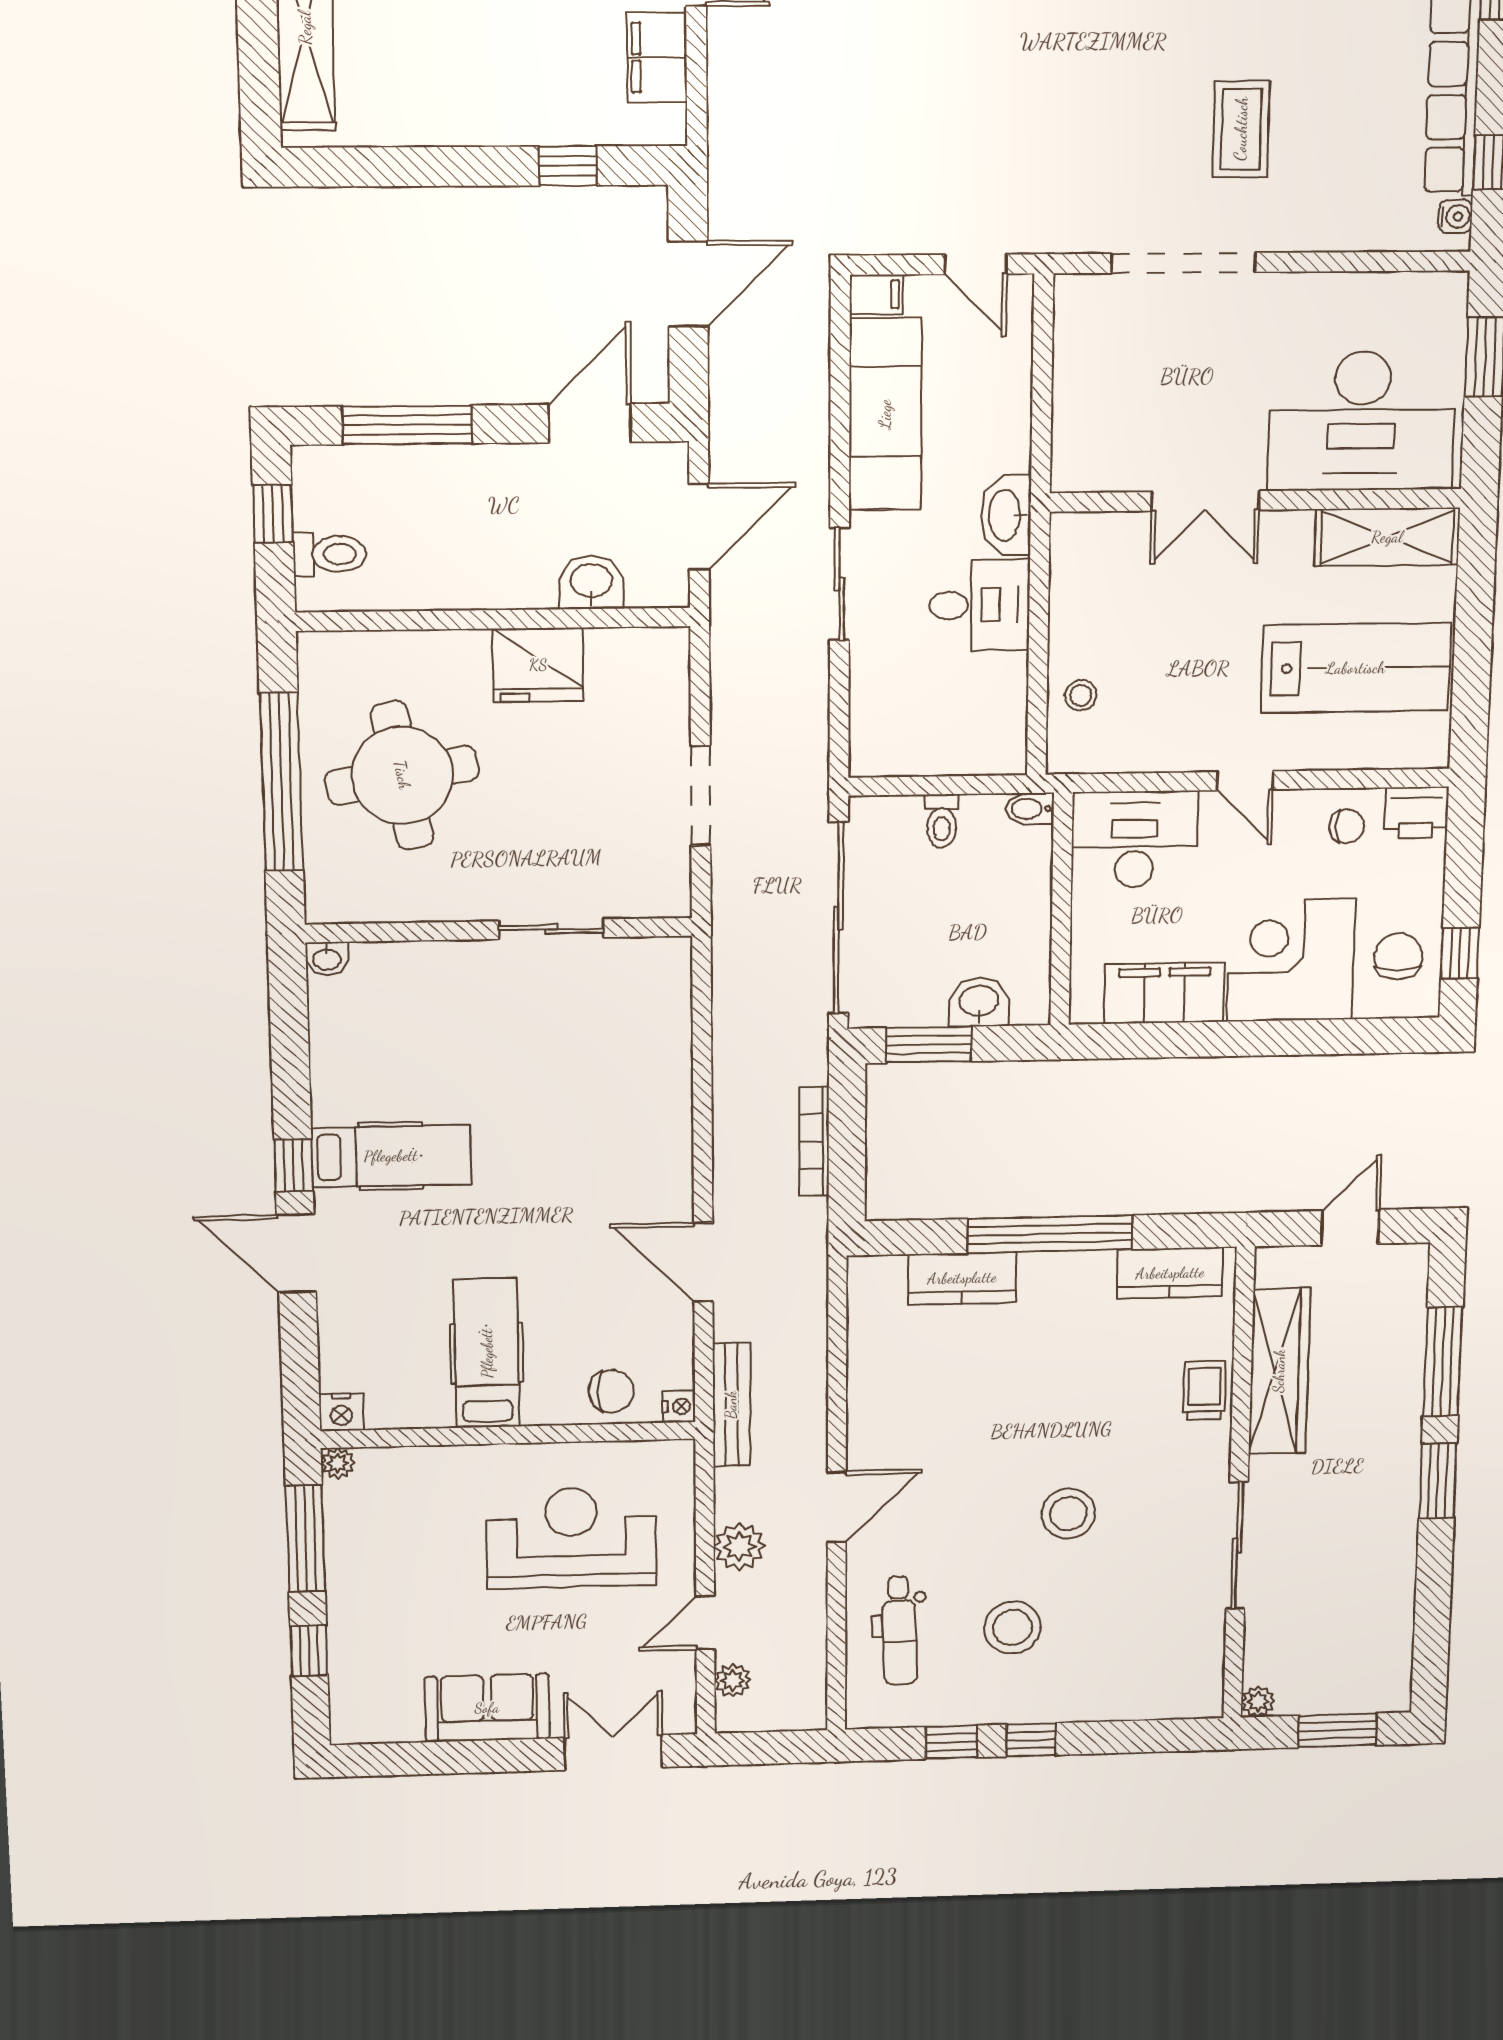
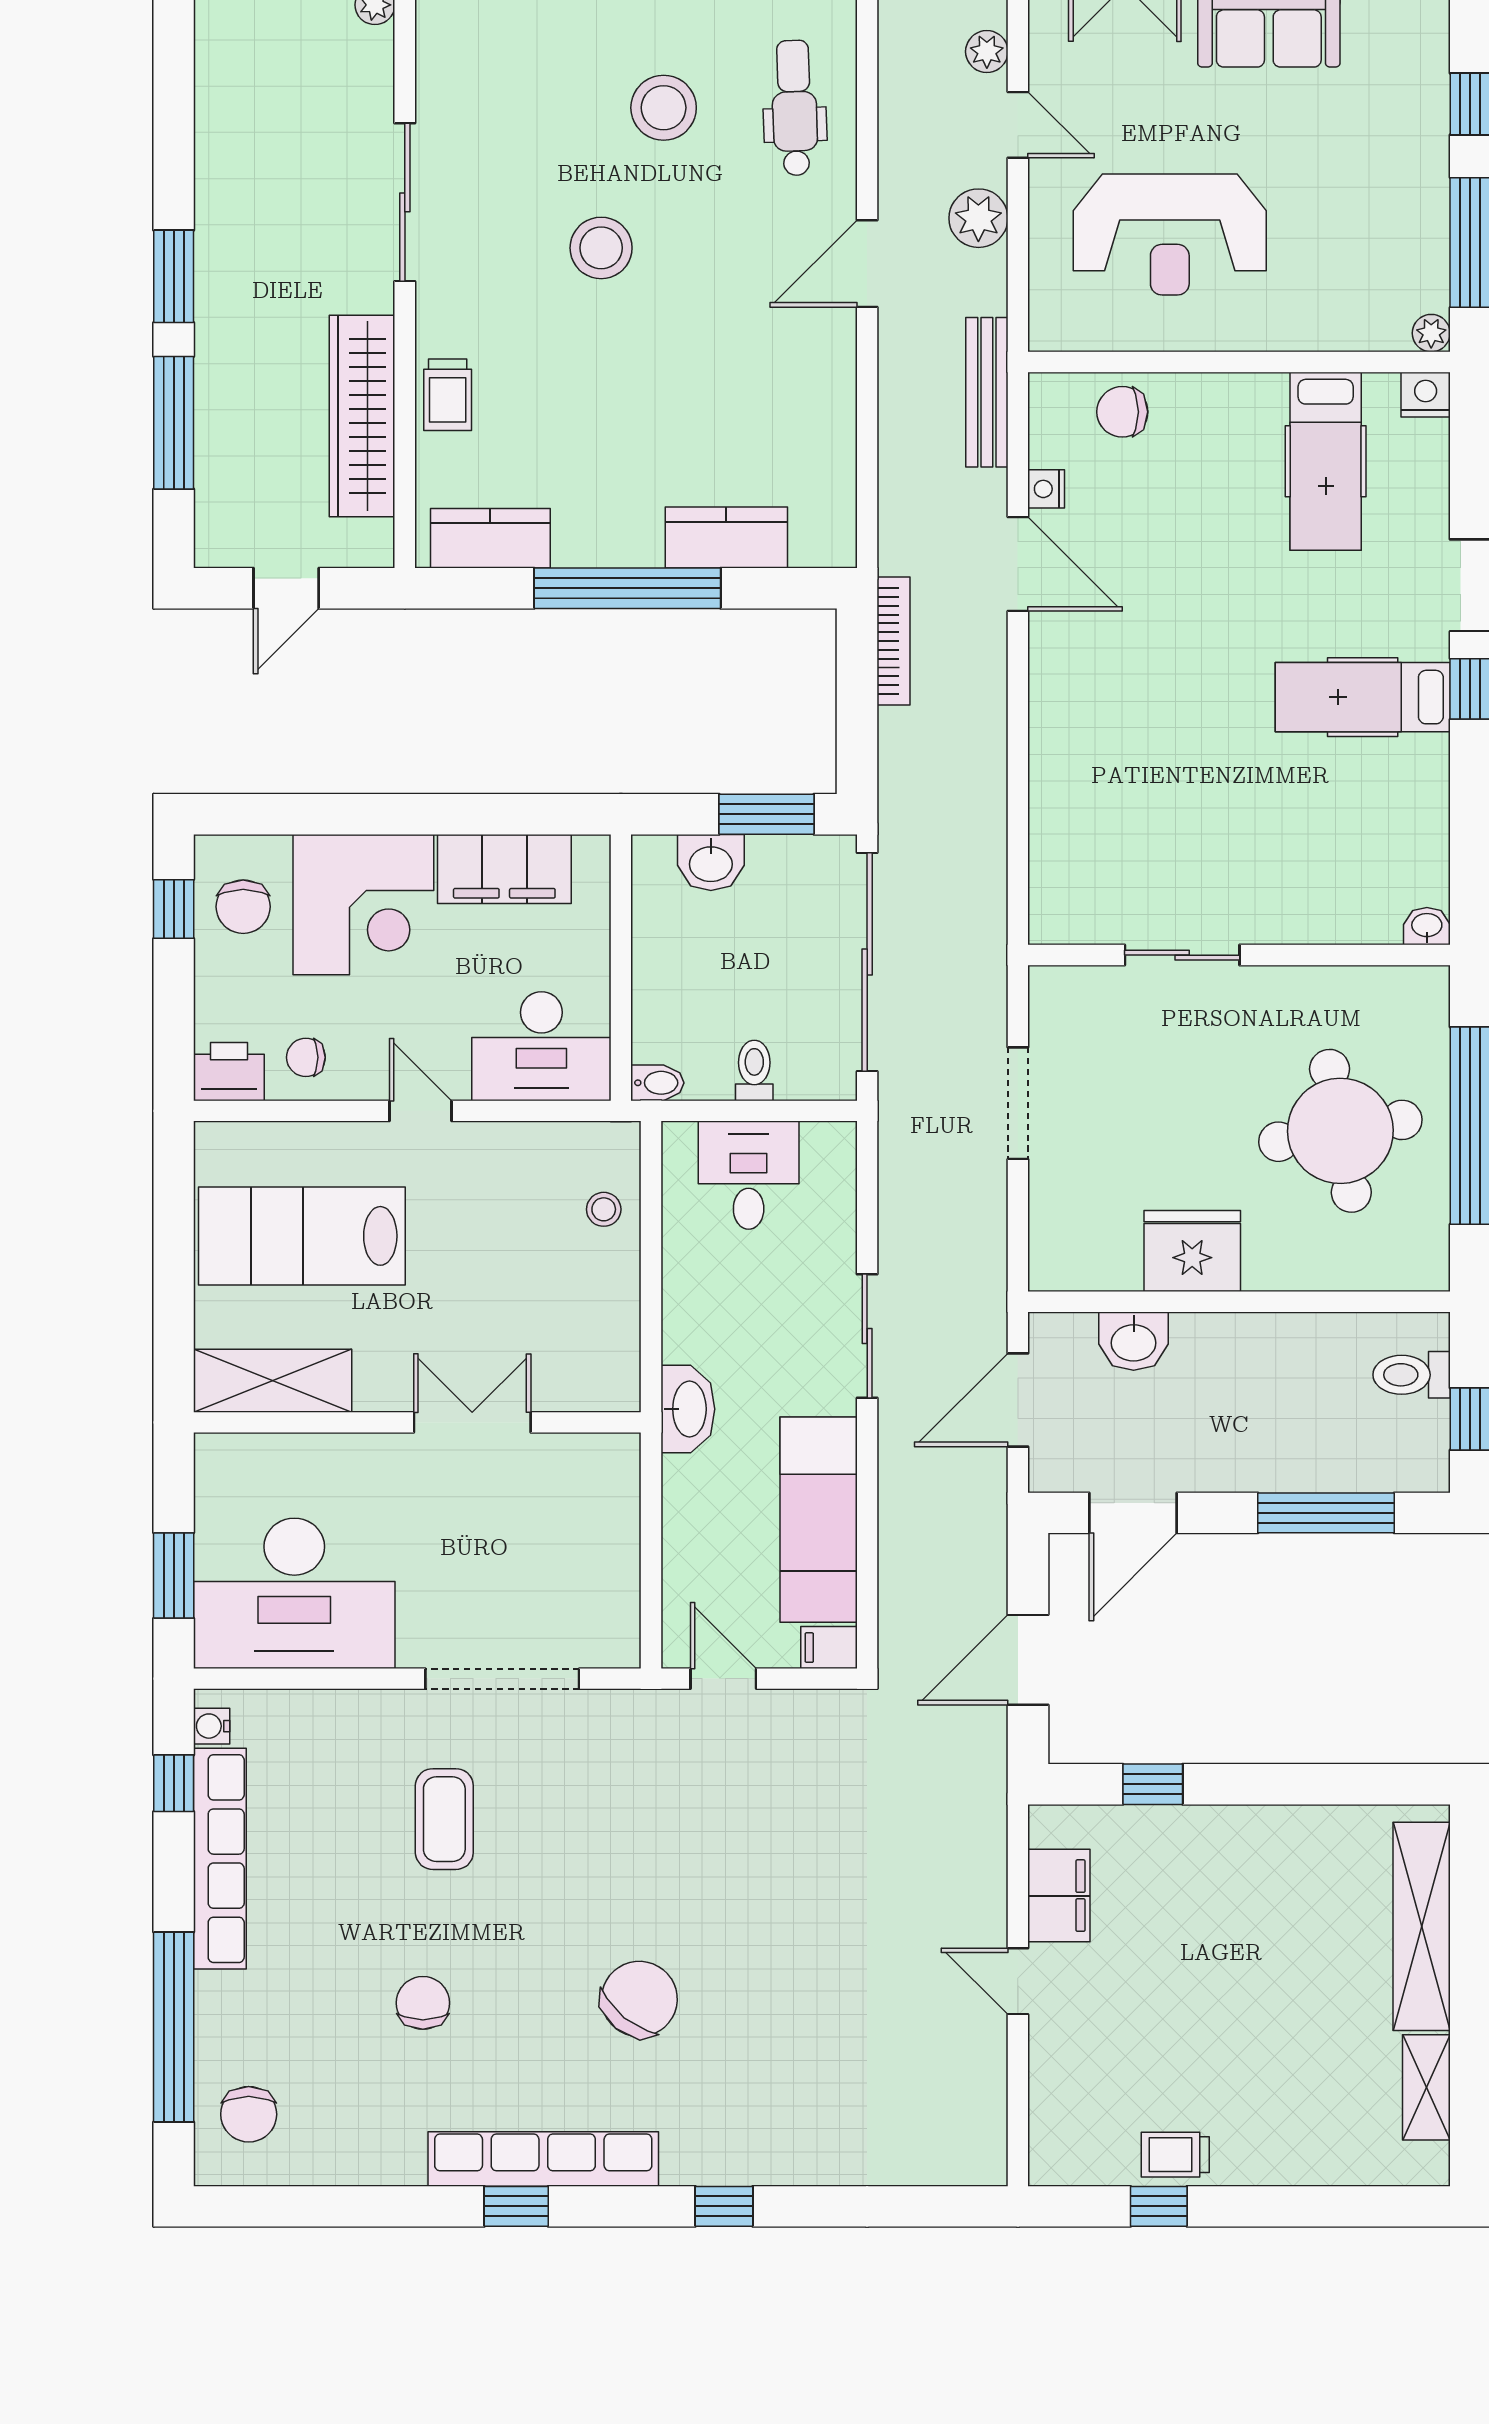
desk: (1362, 421) -> (294, 1593), moved, turned 180
desk: (980, 605) -> (749, 1175), moved, turned 90
bookcase: (814, 1141) -> (894, 641), moved
hospital bed: (487, 1353) -> (1326, 461), moved
nightstand: (679, 1406) -> (1046, 489), moved
door: (705, 1623) -> (1018, 125), hinge flipped

